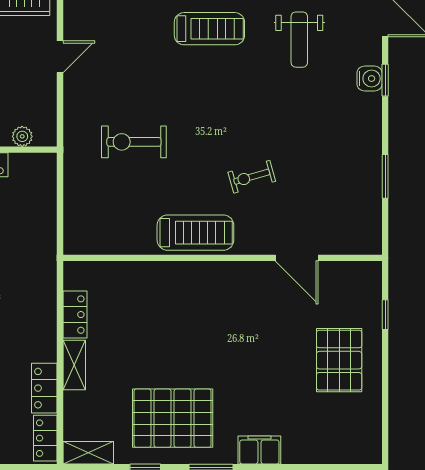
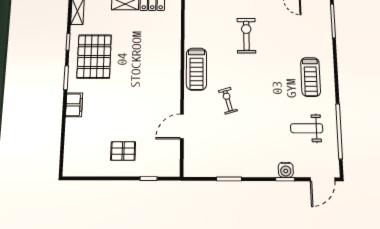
pallet: (339, 360) -> (123, 151), width x0.67, depth x0.71

